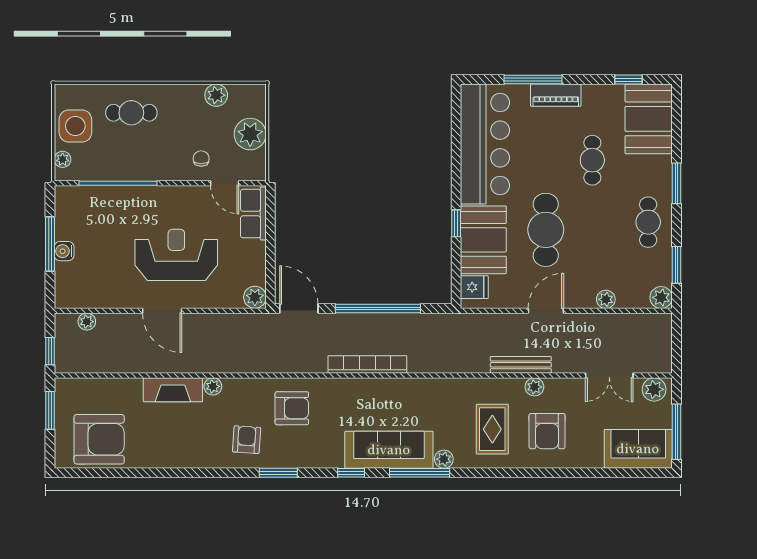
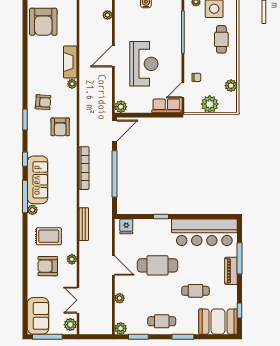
booth: (483, 240) -> (152, 231), removed
bench: (521, 365) -> (84, 224), moved

